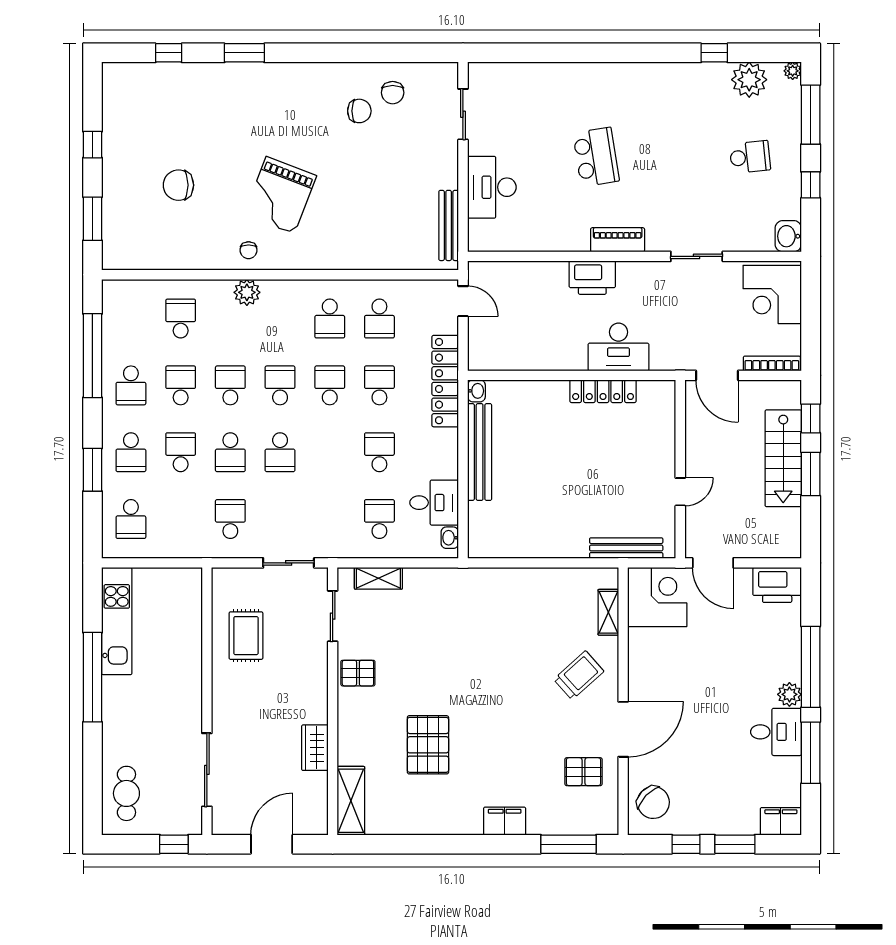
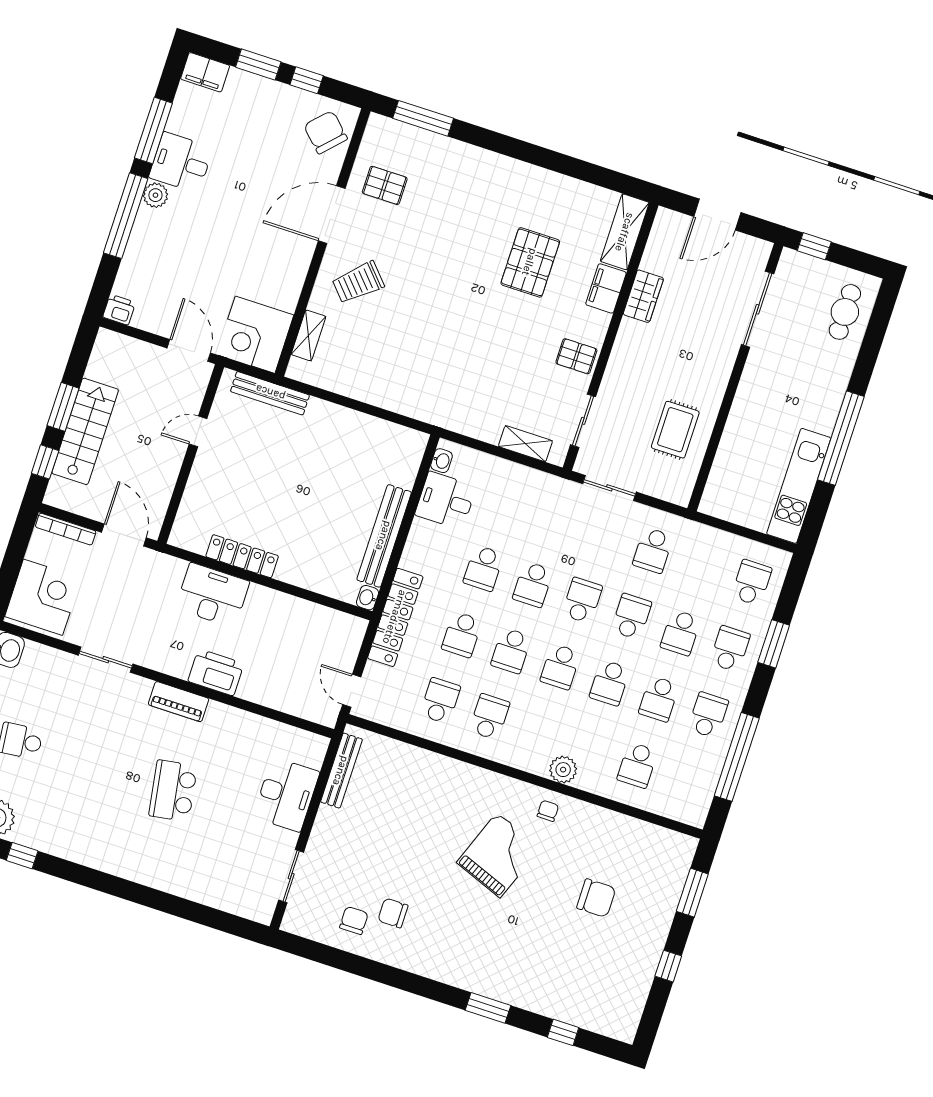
school desk: (379, 519) -> (533, 584), moved
printer: (777, 585) -> (119, 310), width x0.53, depth x0.68
filing cabinet: (505, 821) -> (606, 288), moved, turned 90

